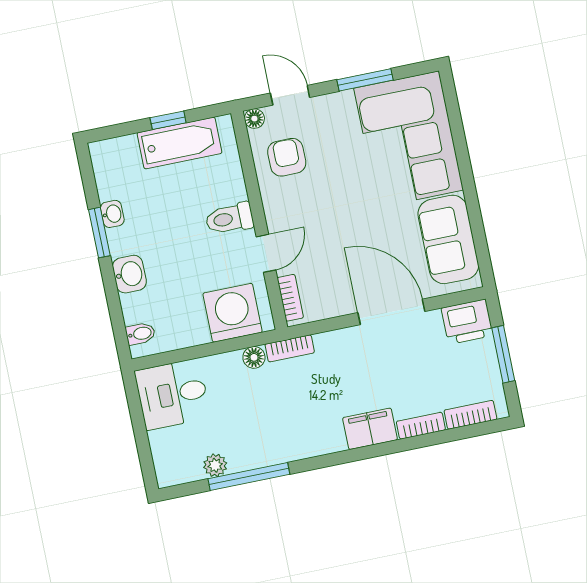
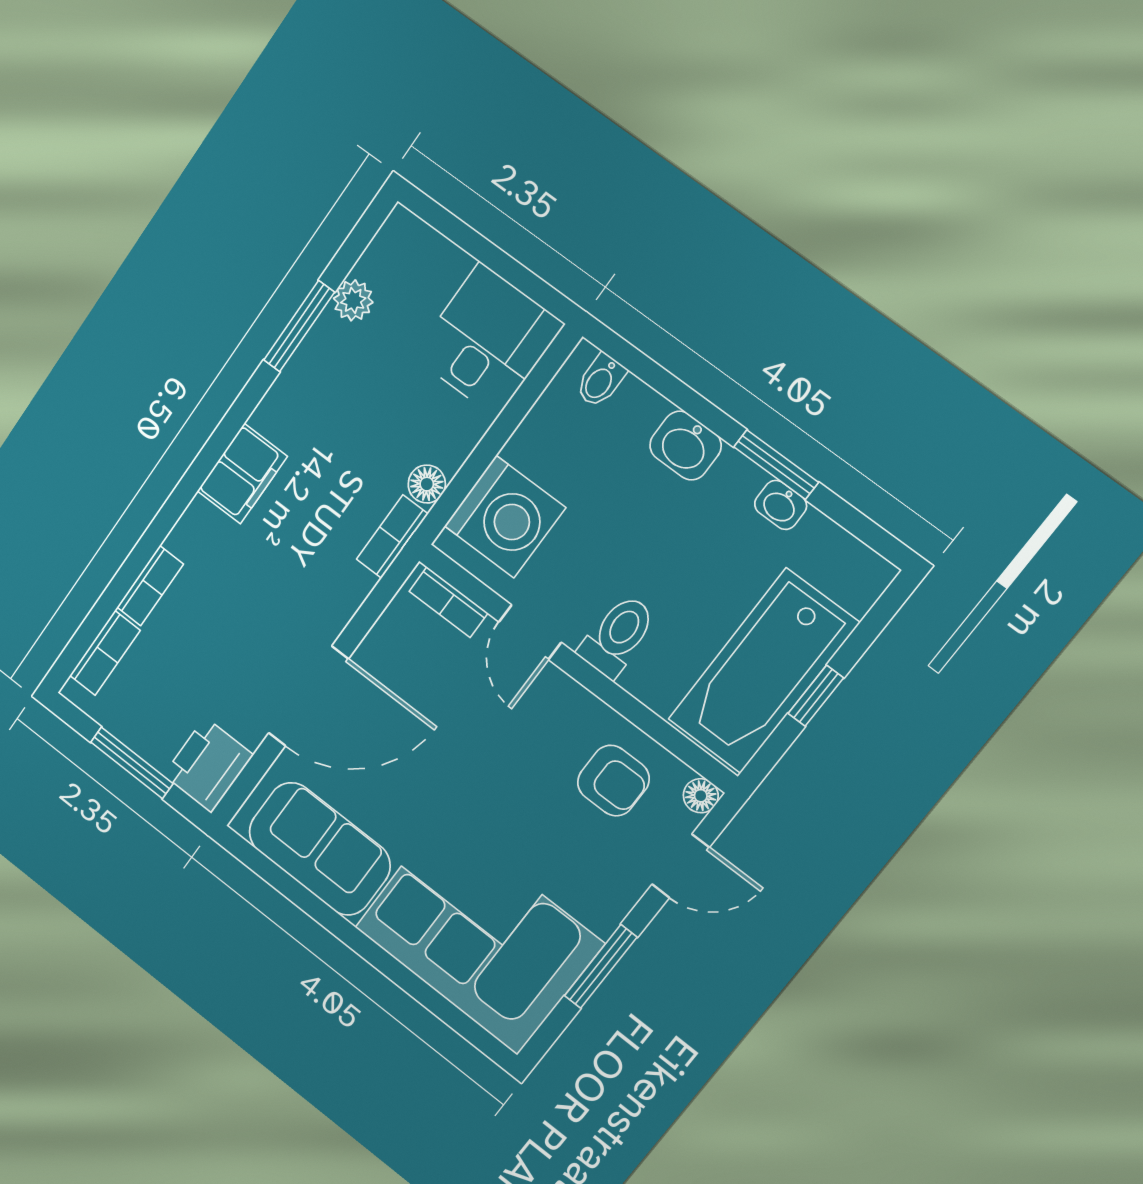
bathtub: (179, 143) -> (763, 671), width x1.36, depth x1.36
filing cabinet: (370, 429) -> (242, 474), moved
window: (249, 476) -> (299, 326), width x0.69

